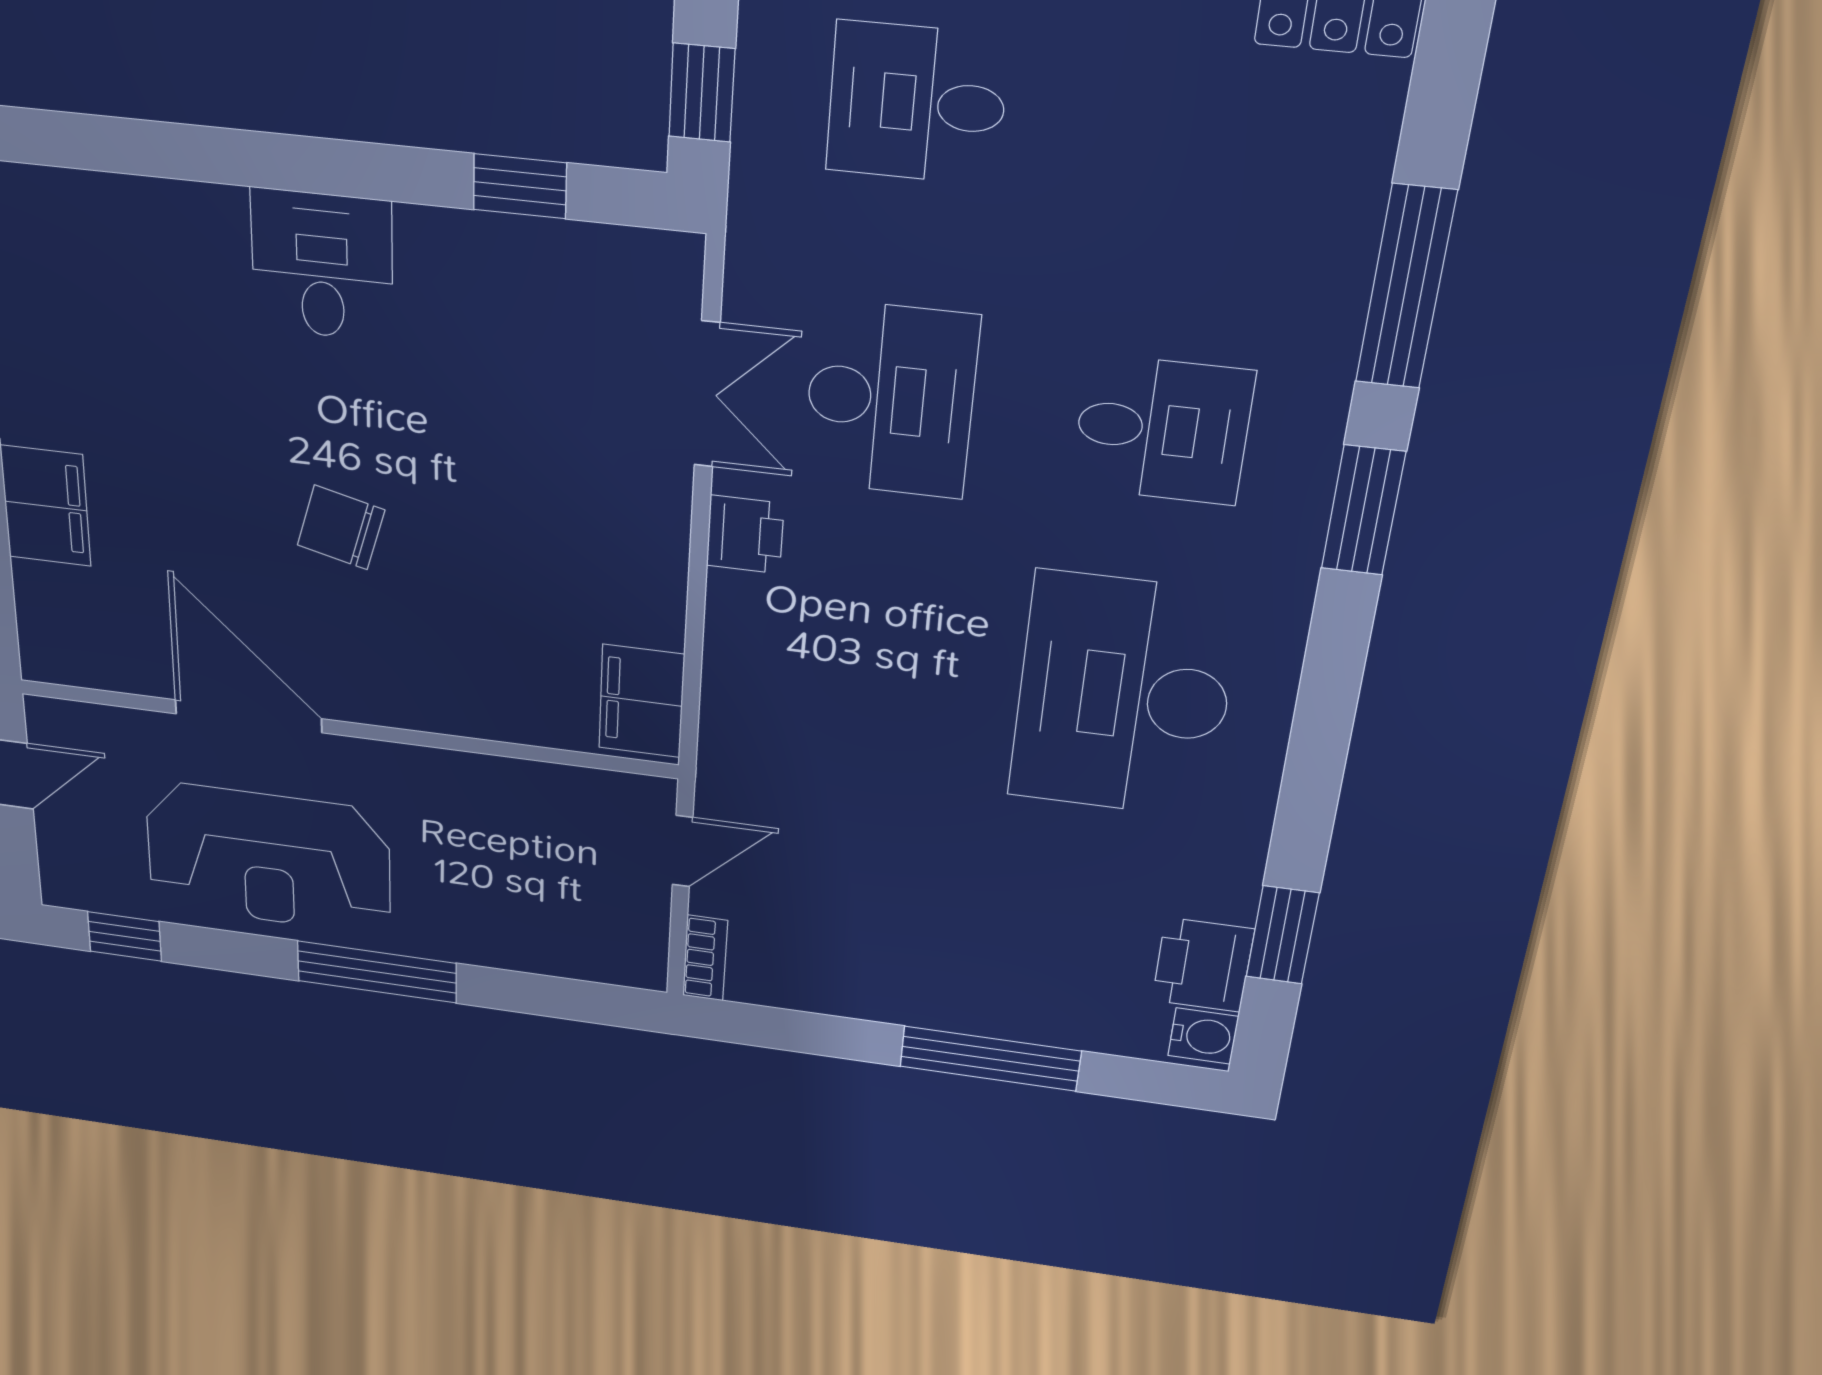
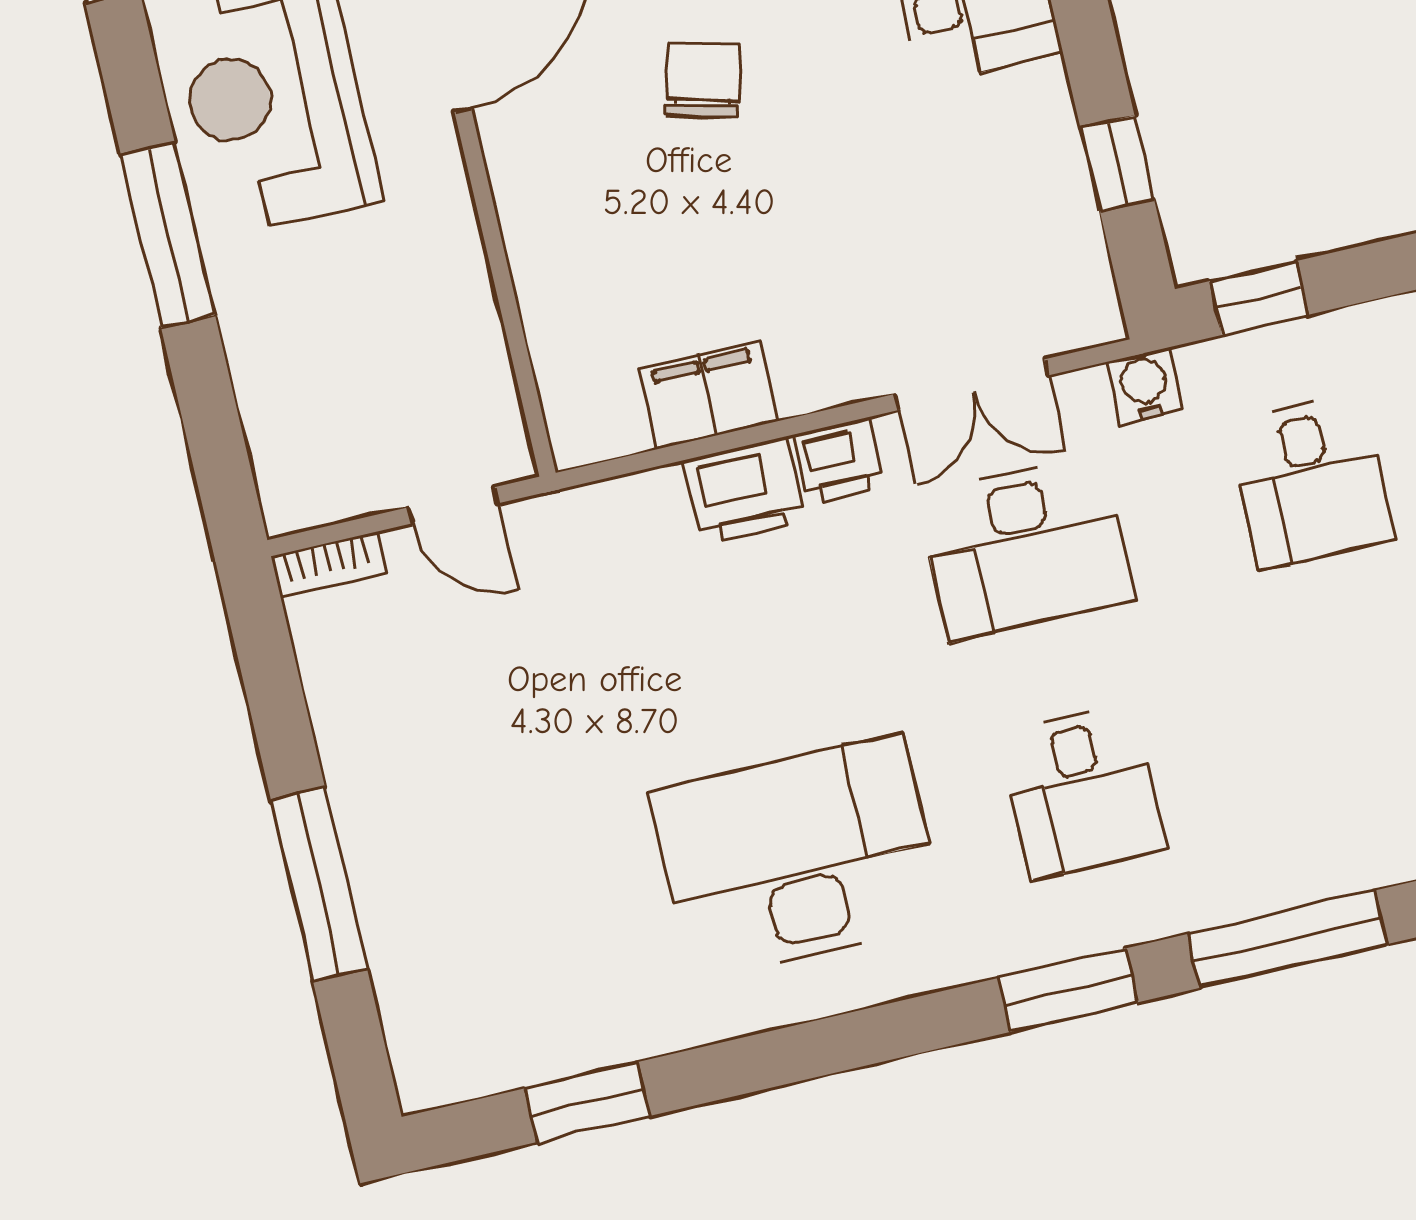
desk: (917, 103) -> (1311, 481), turned 180
filing cabinet: (641, 701) -> (708, 395), moved
printer: (1203, 965) -> (745, 492), moved, turned 180
water cooler: (1203, 1036) -> (1145, 386), moved, turned 180

